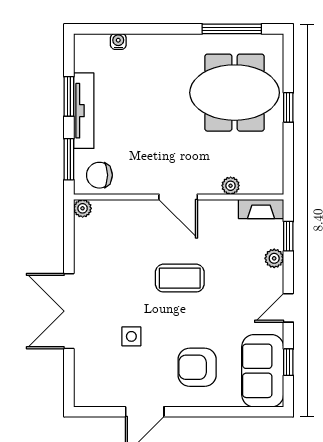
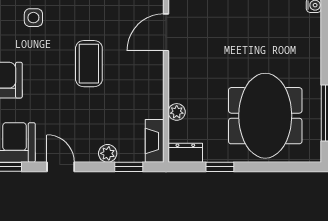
window: (288, 107) -> (220, 167), moved
dresser: (274, 177) -> (185, 153), added
door: (178, 197) -> (166, 32), moved

